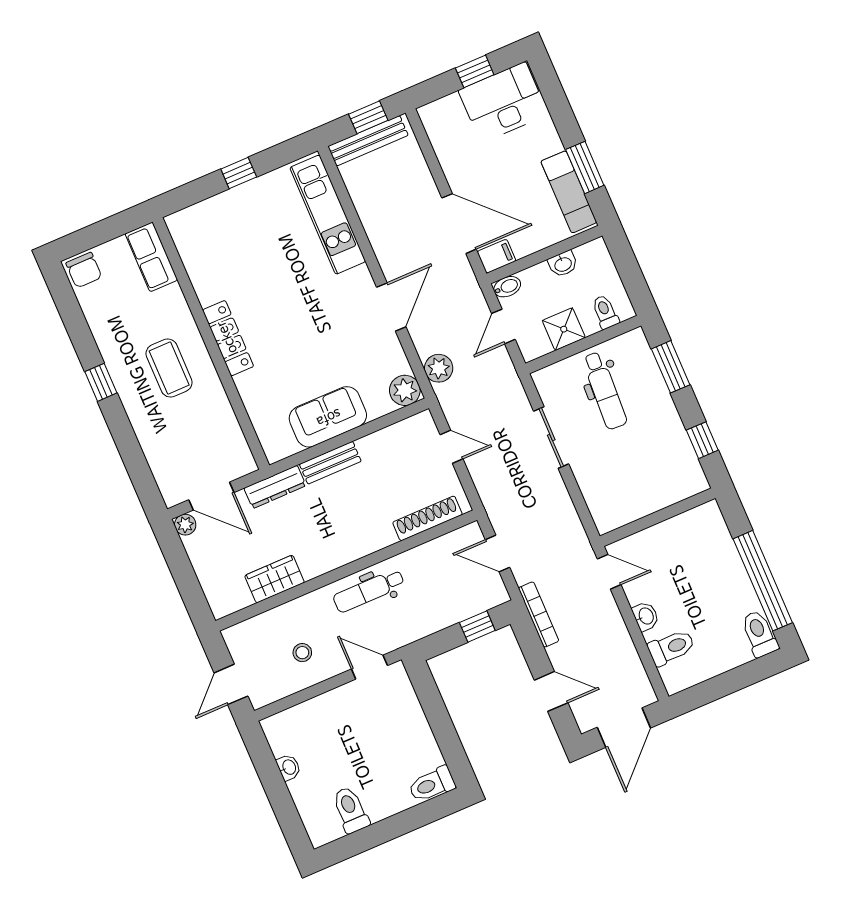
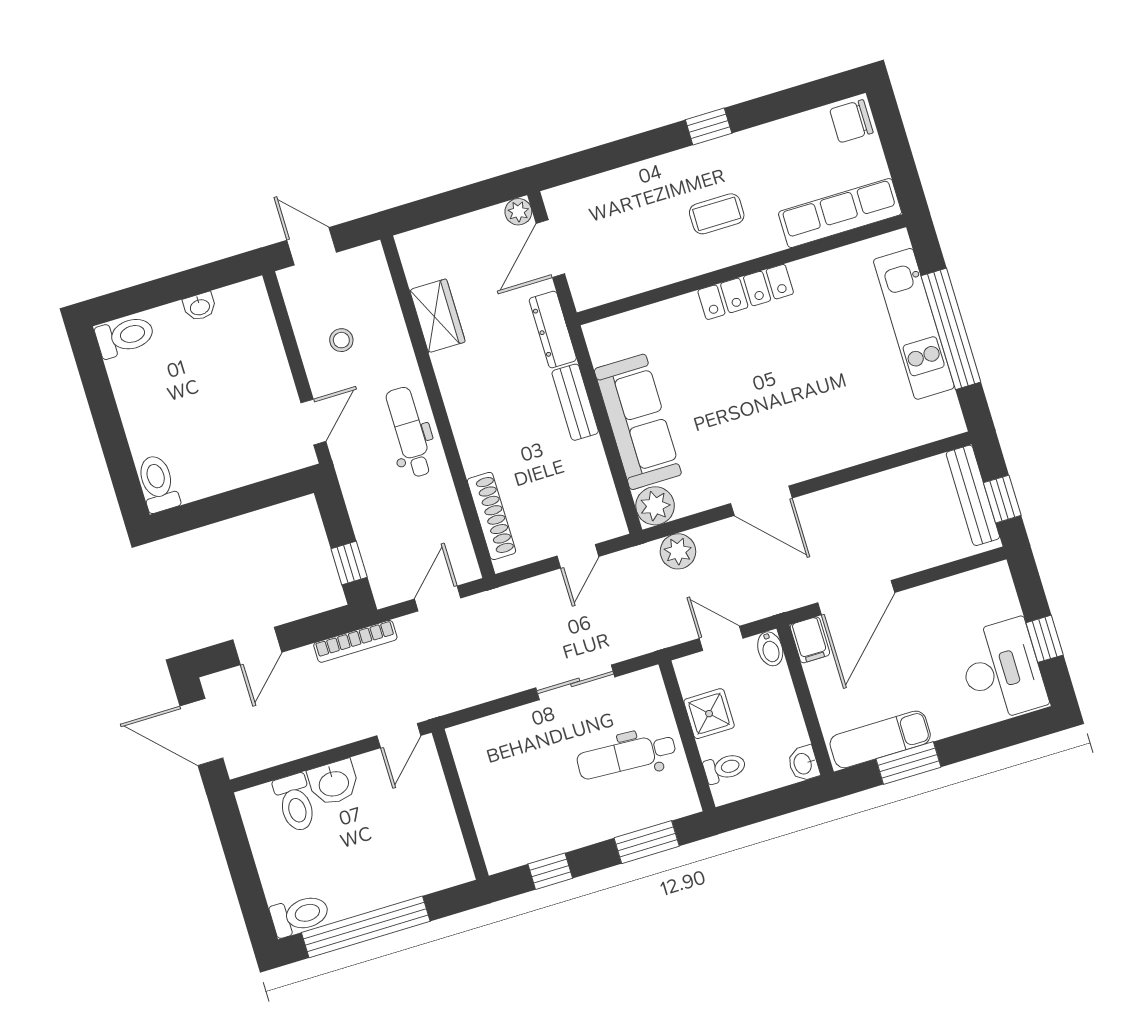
window: (239, 173) -> (951, 329), width x3.17
kitchen unit: (328, 215) -> (914, 324), moved, turned -90
row of seats: (151, 257) -> (840, 213), width x1.48
washbasin: (563, 264) -> (803, 764), moved
coffee table: (169, 368) -> (717, 214), width x0.73, depth x0.77
sofa: (328, 417) -> (638, 422), width x1.36
washbasin: (646, 616) -> (334, 783), width x1.38, depth x1.45
toilet: (351, 810) -> (125, 336), moved

